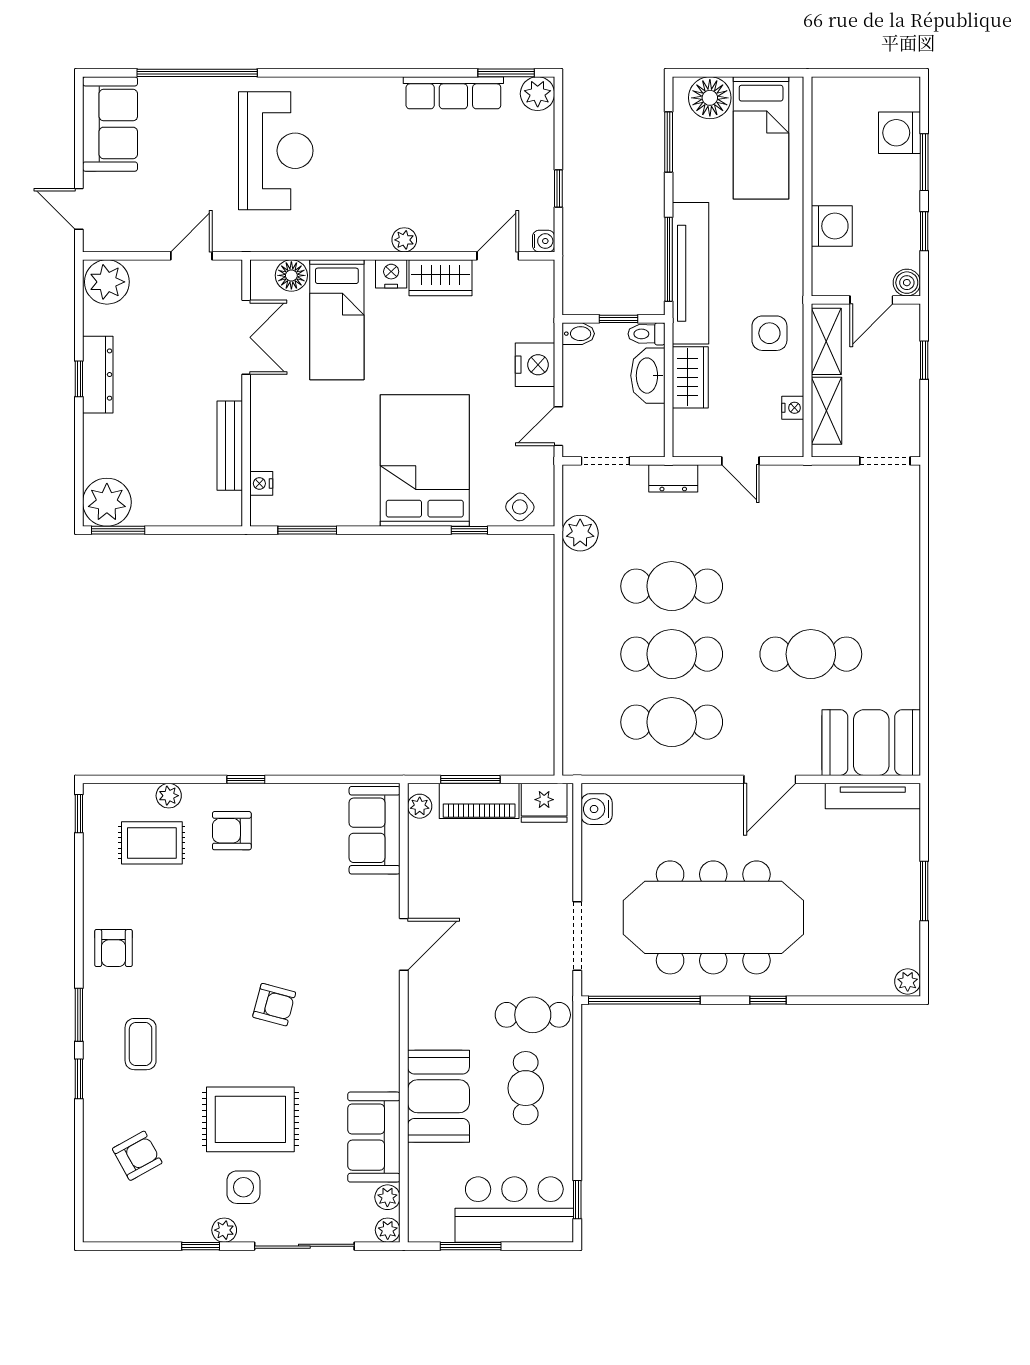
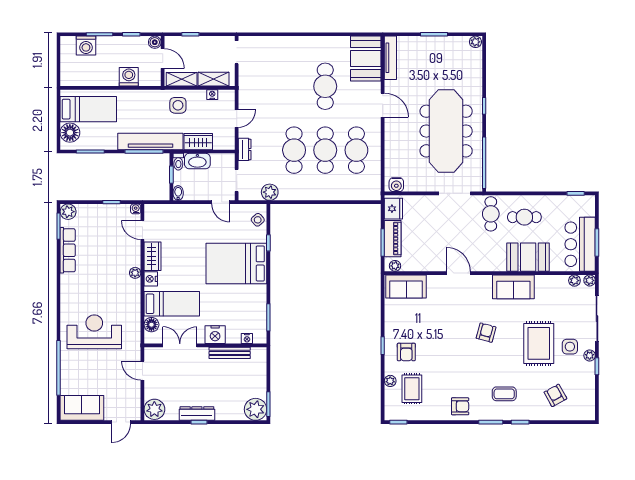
nightstand: (535, 365) -> (215, 335), moved, turned 180
sofa: (374, 1137) -> (513, 287), moved
bar counter: (514, 1210) -> (580, 244), moved

